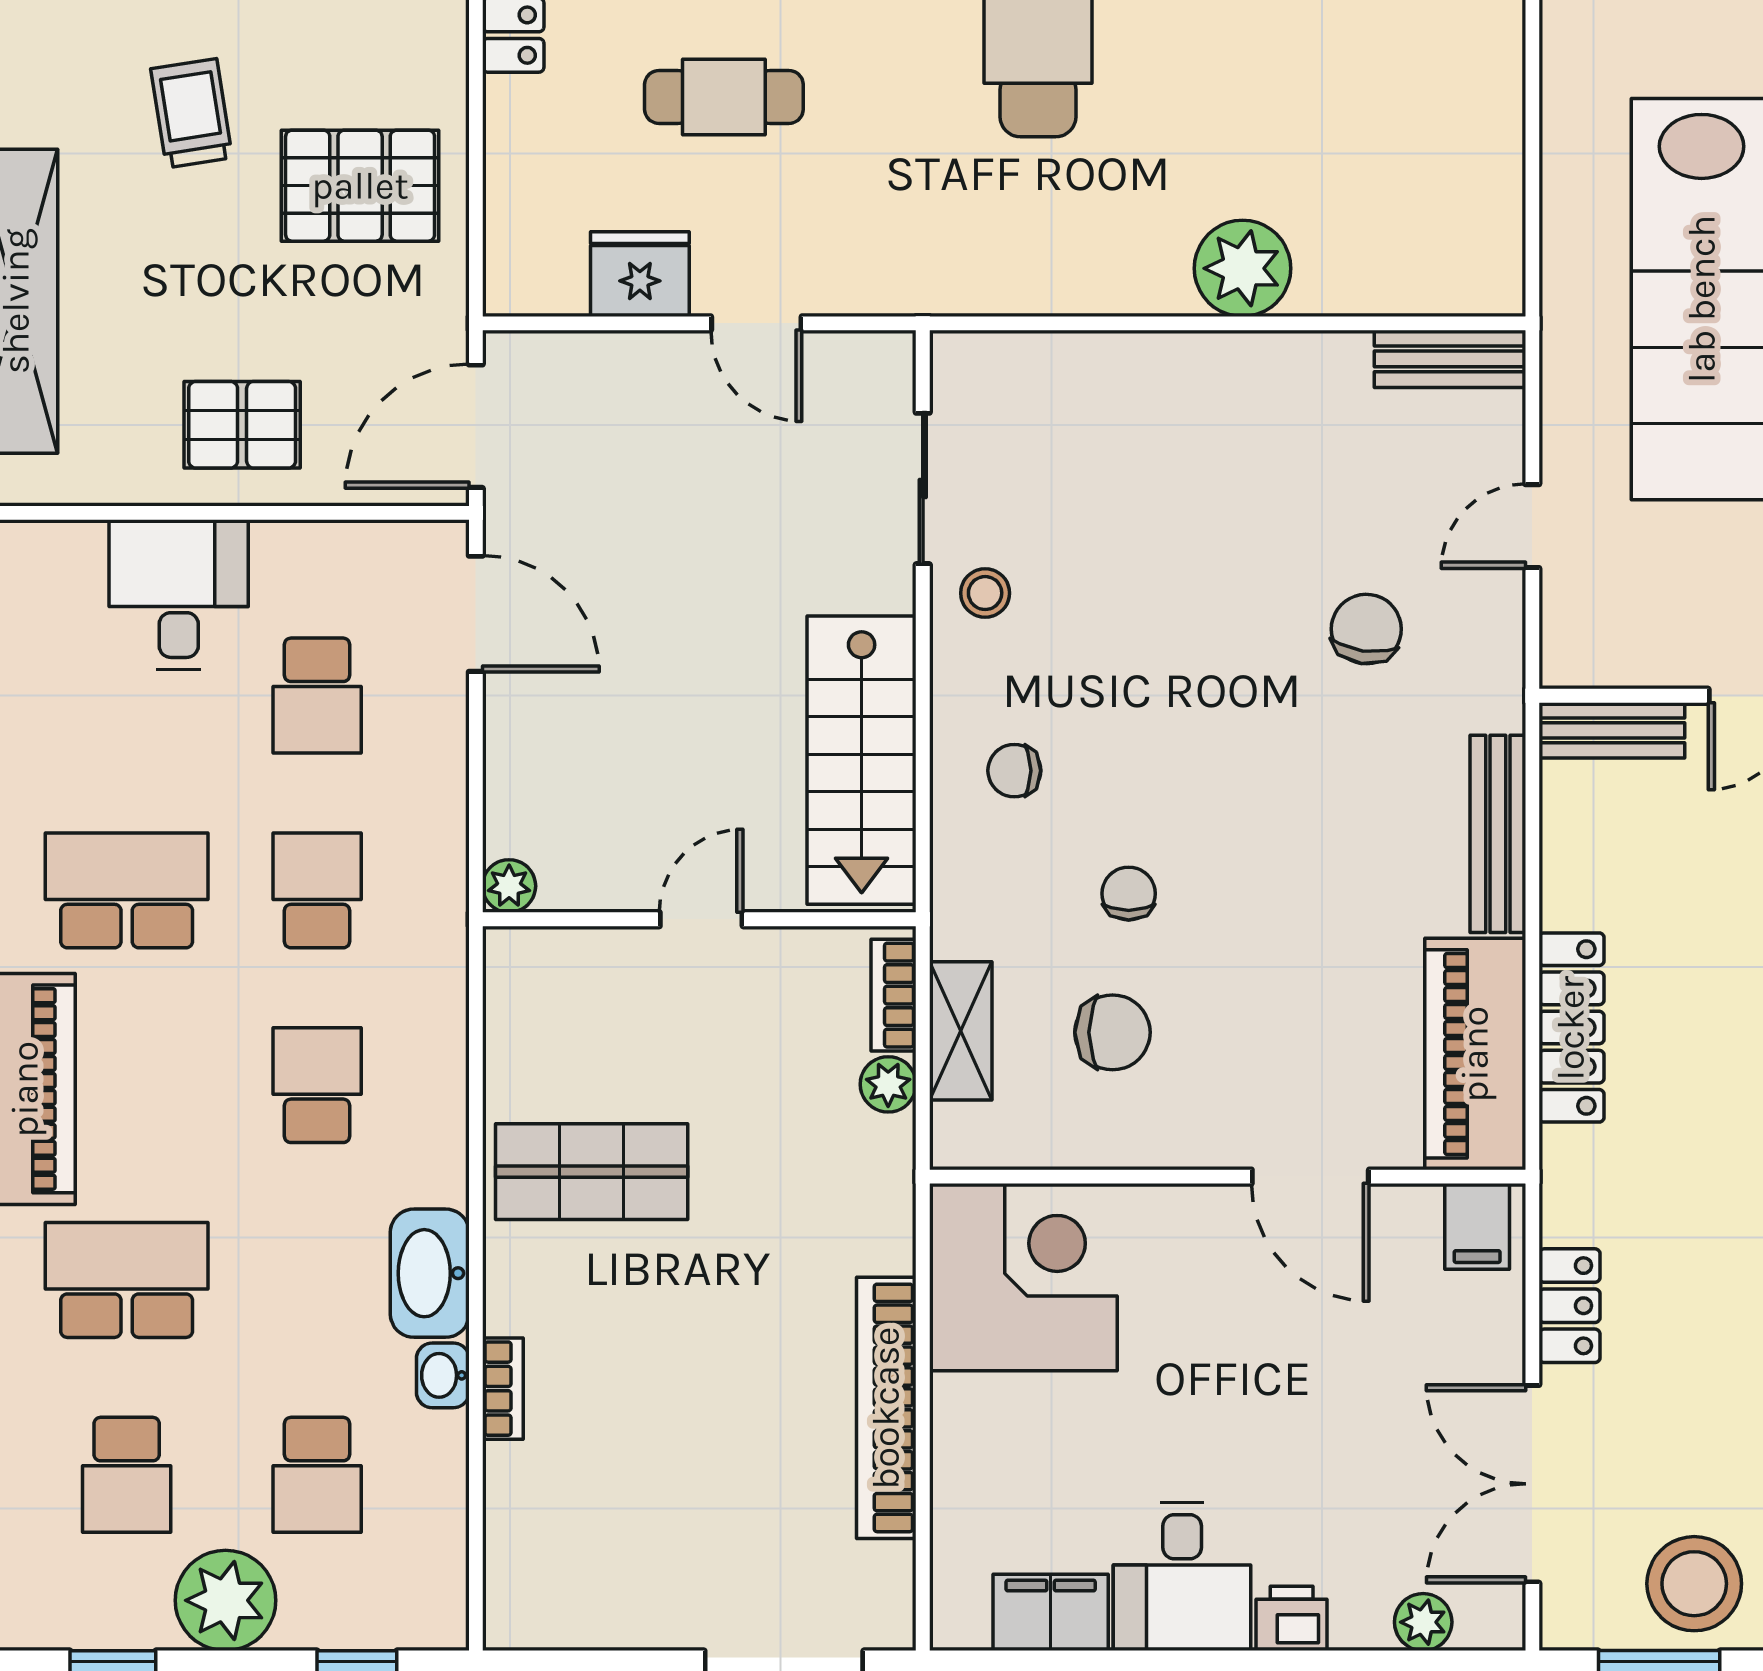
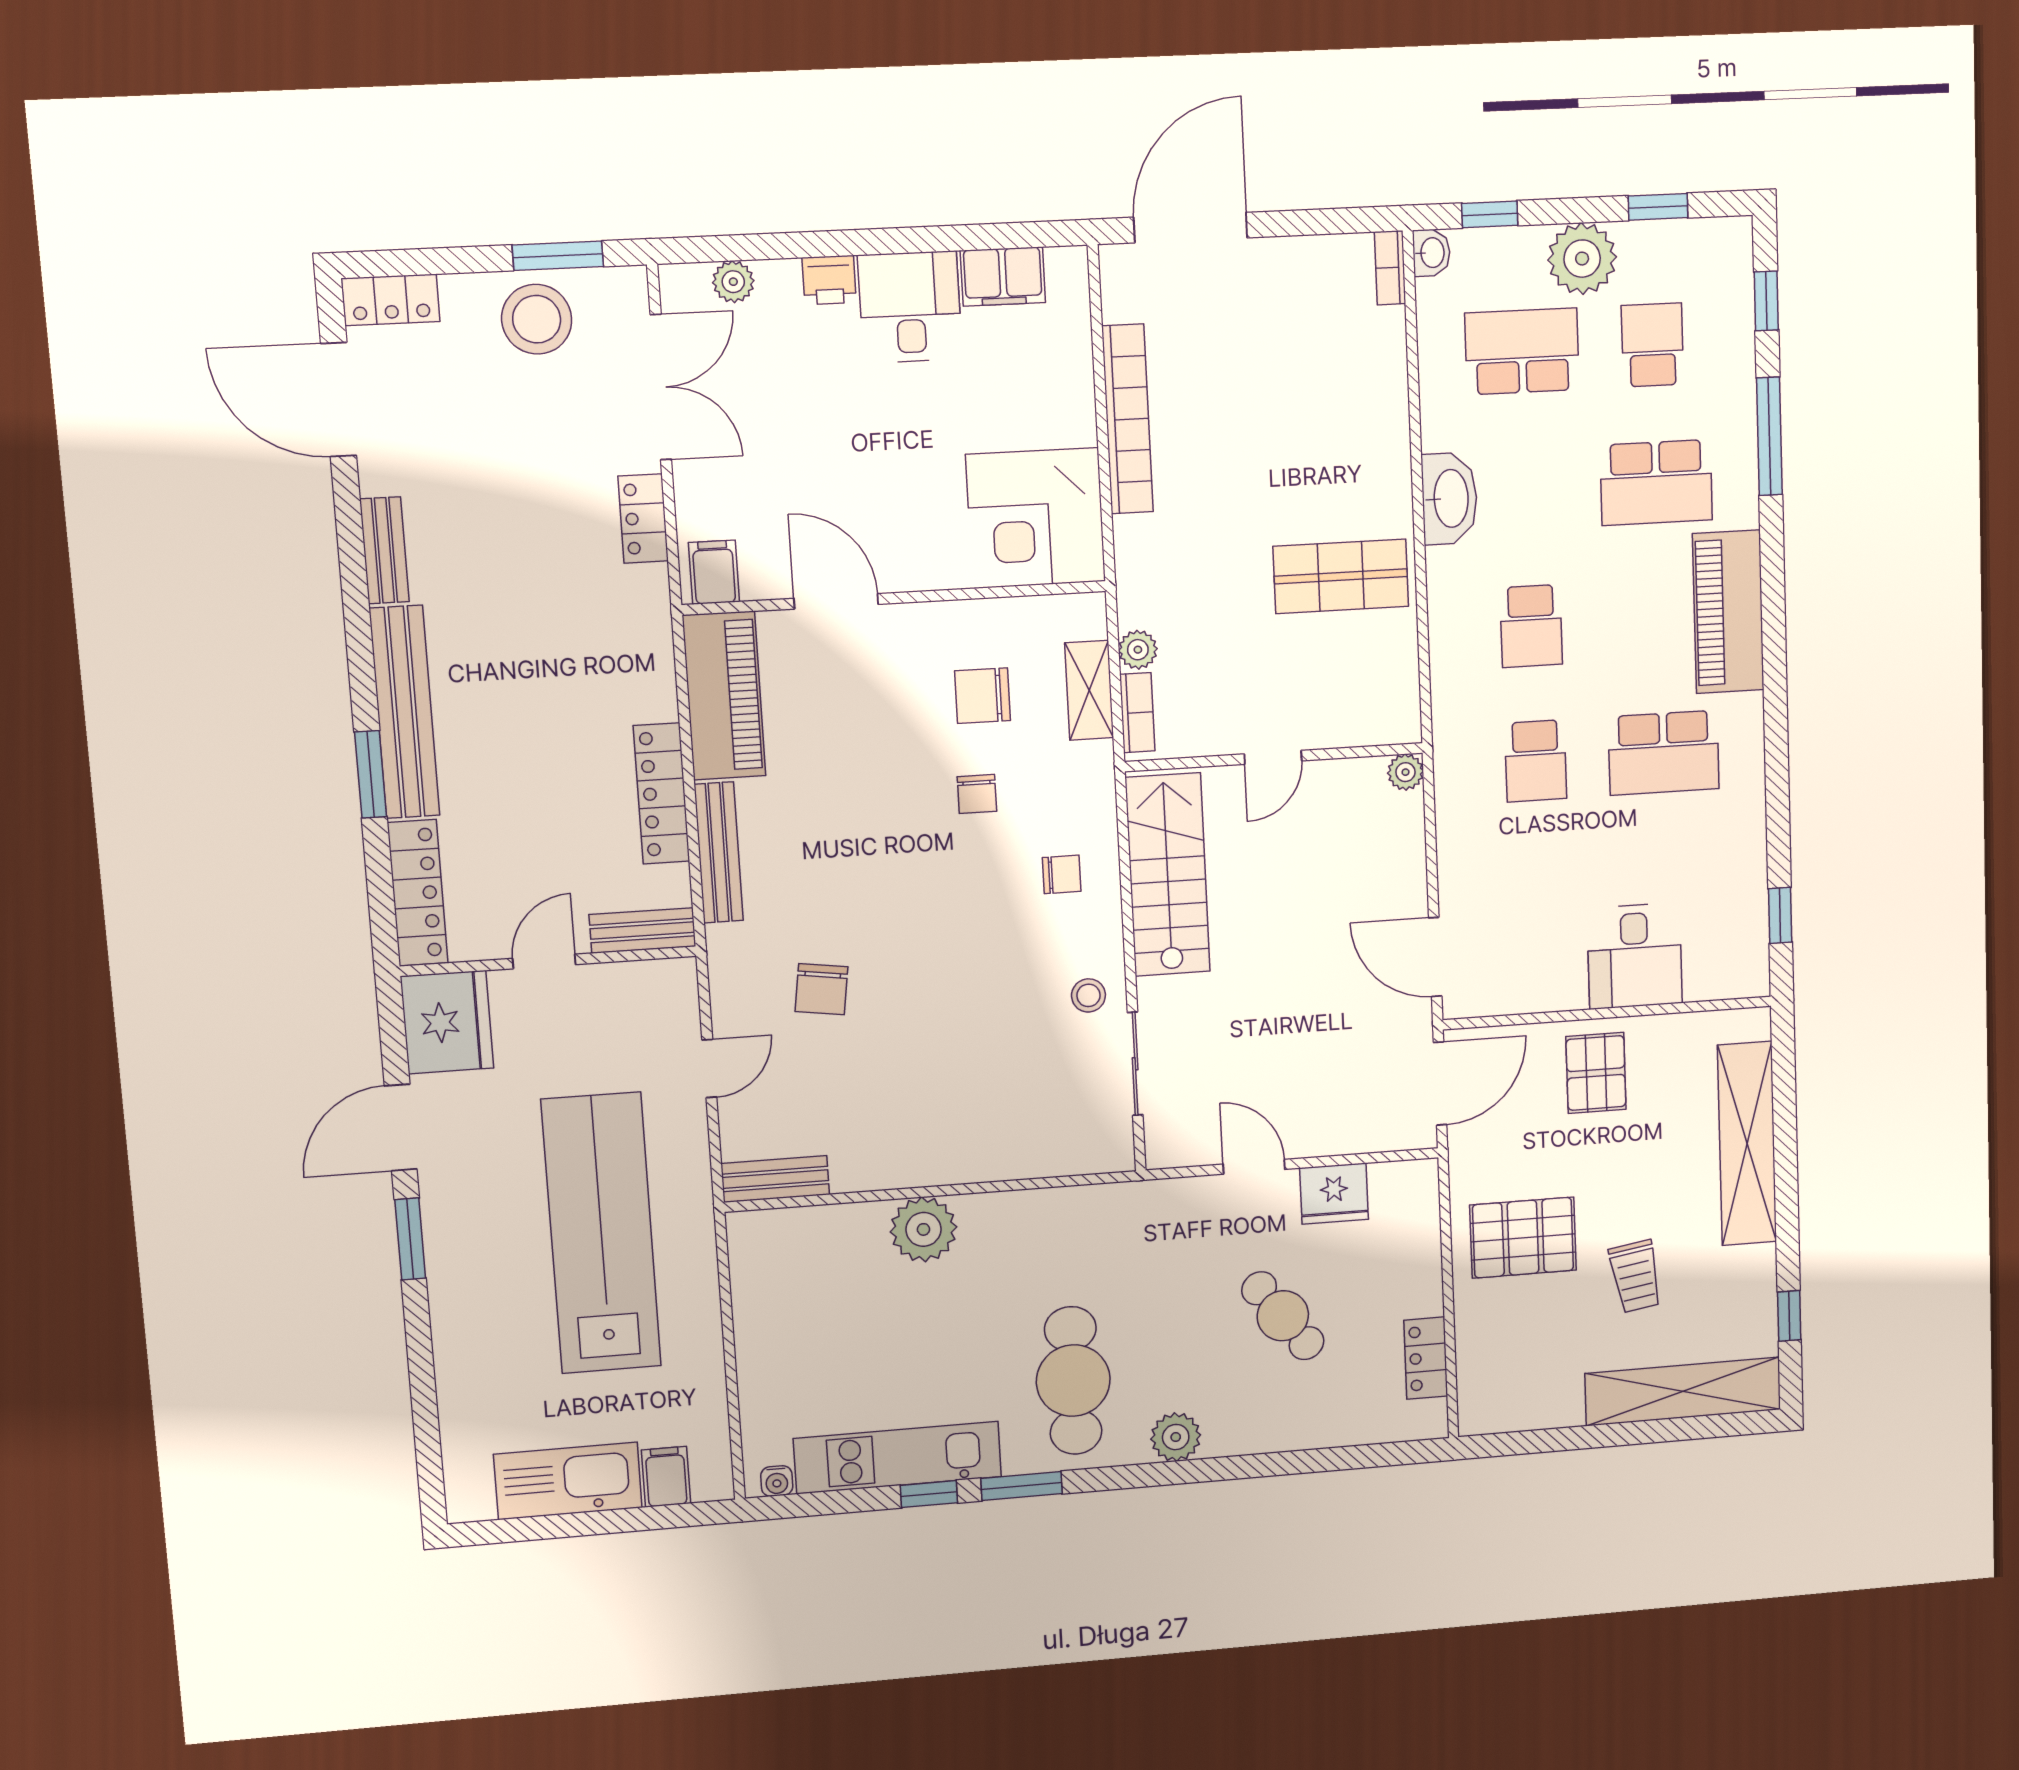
cafe table: (724, 97) -> (1283, 1316), turned 53
pallet: (242, 425) -> (1596, 1073), turned 90
school desk: (317, 696) -> (1540, 894), removed
locker: (1571, 1028) -> (662, 794), moved
washbasin: (443, 1375) -> (1431, 253), moved
bookcase: (503, 1389) -> (1390, 268), moved
school desk: (317, 1475) -> (1522, 351), width x1.85

